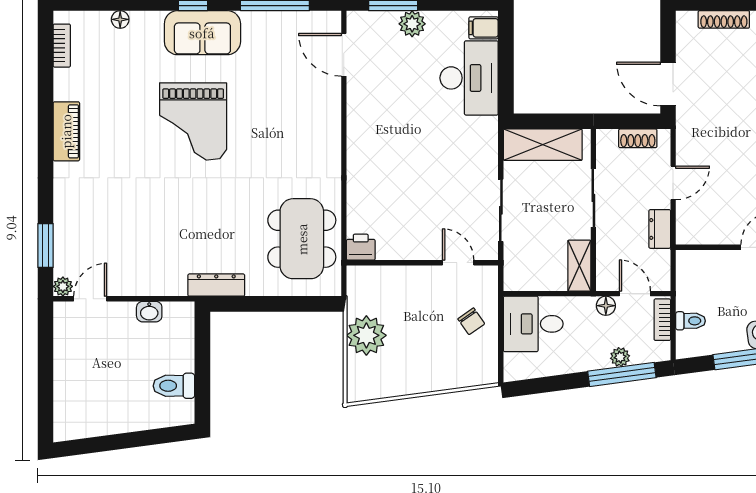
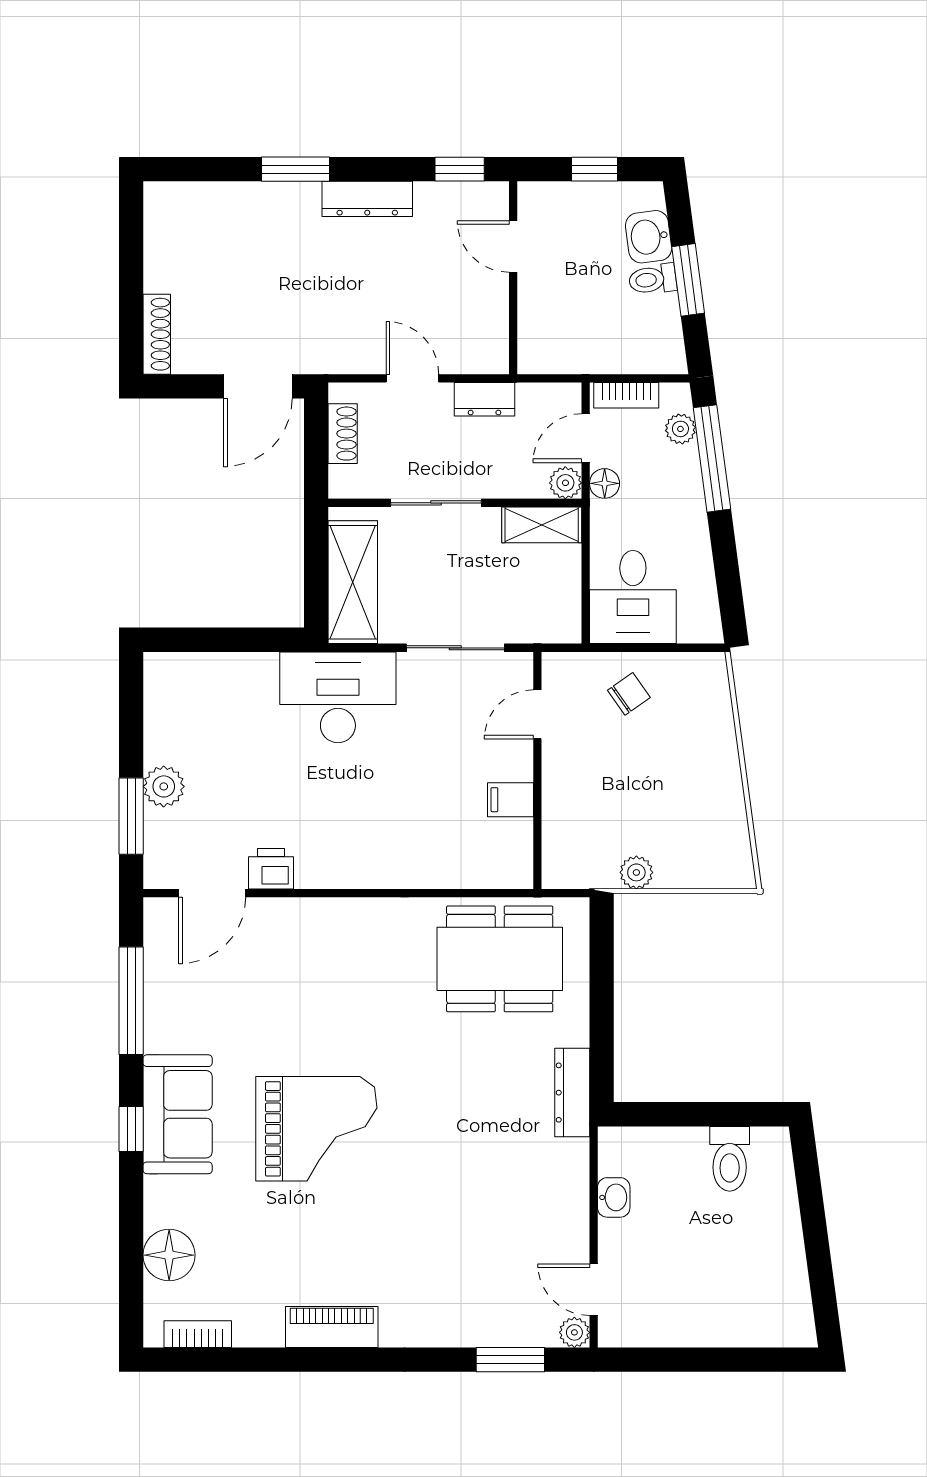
floor lamp: (120, 19) -> (169, 1255), width x1.89, depth x1.89
shoe rack: (724, 19) -> (157, 334), moved
filing cabinet: (484, 28) -> (510, 800), moved, turned 90
desk: (469, 78) -> (338, 697), moved
printer: (361, 247) -> (271, 869), moved, turned 90
plant: (606, 281) -> (565, 483), added
toilet: (691, 321) -> (653, 279), moved, turned -98
plant: (366, 335) -> (636, 872), width x0.53, depth x0.53
plant: (620, 357) -> (680, 429), moved

